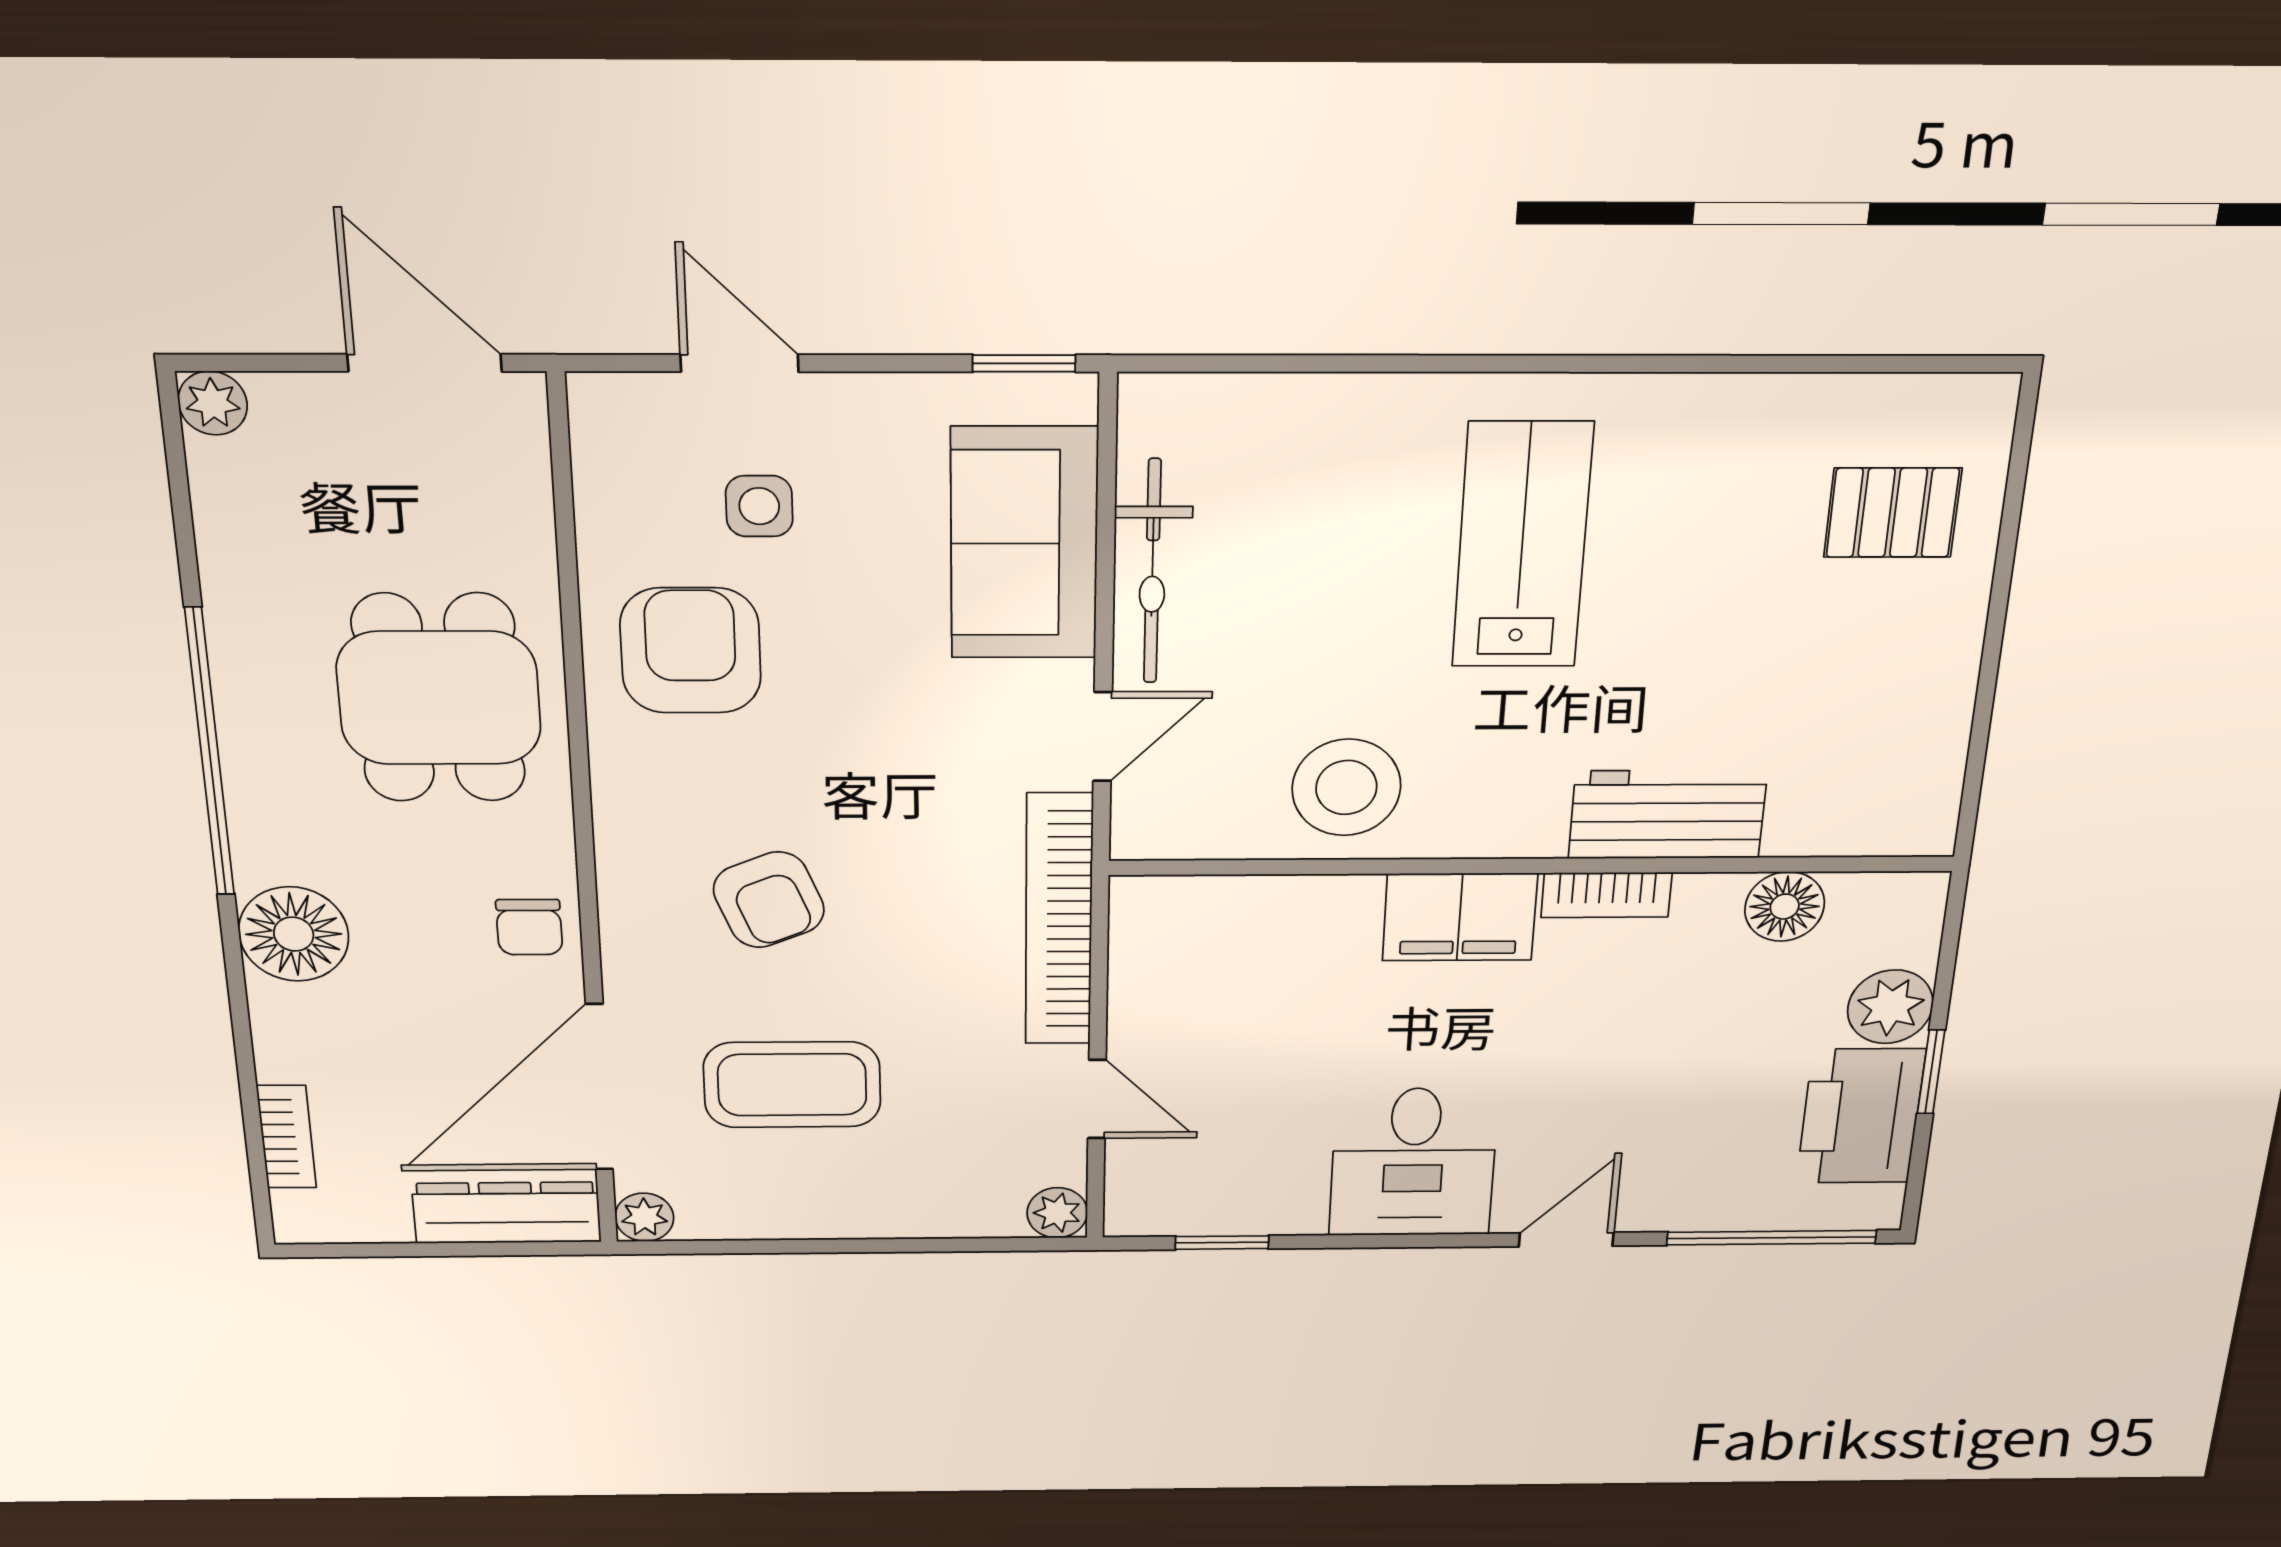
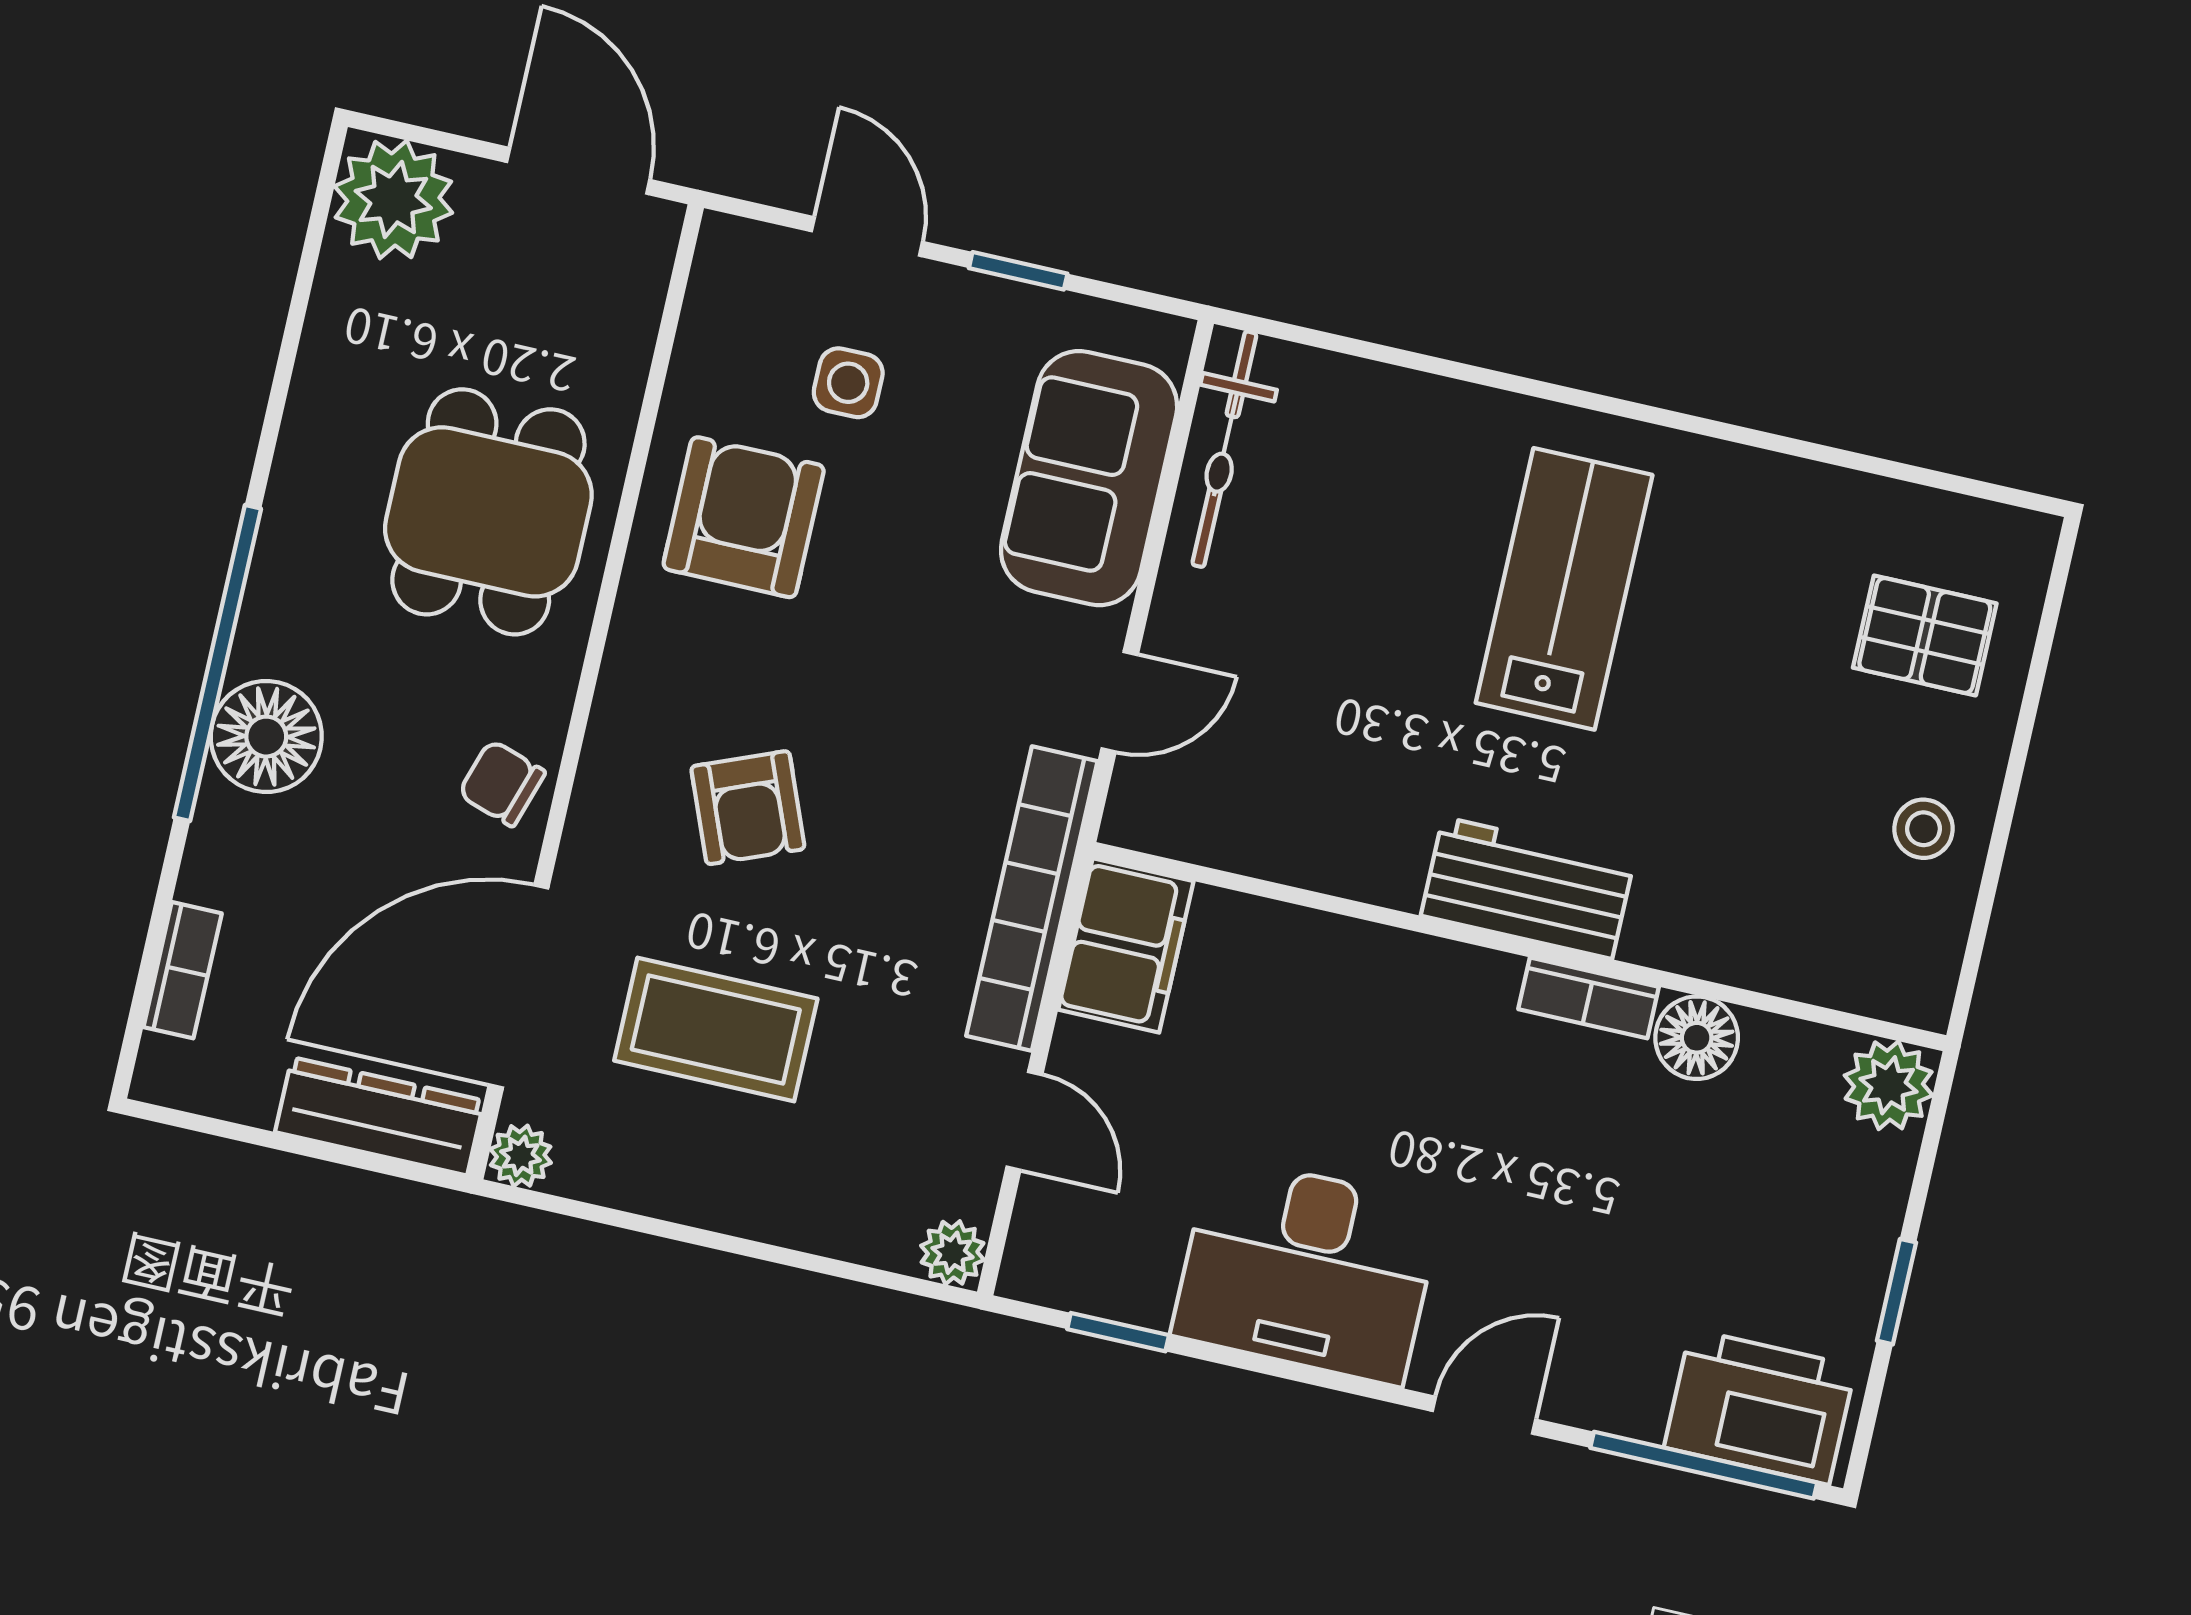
window: (1024, 363) -> (1018, 271), moved
plant: (213, 403) -> (393, 199), width x1.88, depth x1.88
bicycle: (1152, 572) -> (1224, 449), moved
window: (210, 753) -> (217, 663), moved
stool: (1346, 787) -> (1923, 829), moved, width x0.53, depth x0.53
workbench: (1668, 815) -> (1528, 888), moved
floor lamp: (1785, 907) -> (1697, 1038), moved
filing cabinet: (1460, 917) -> (1126, 945), moved, turned -90
chair: (529, 927) -> (502, 783), turned 108
plant: (1890, 1007) -> (1889, 1085), moved
printer: (1861, 1116) -> (1760, 1407), moved, turned 90
desk: (1413, 1162) -> (1307, 1270), width x1.37

